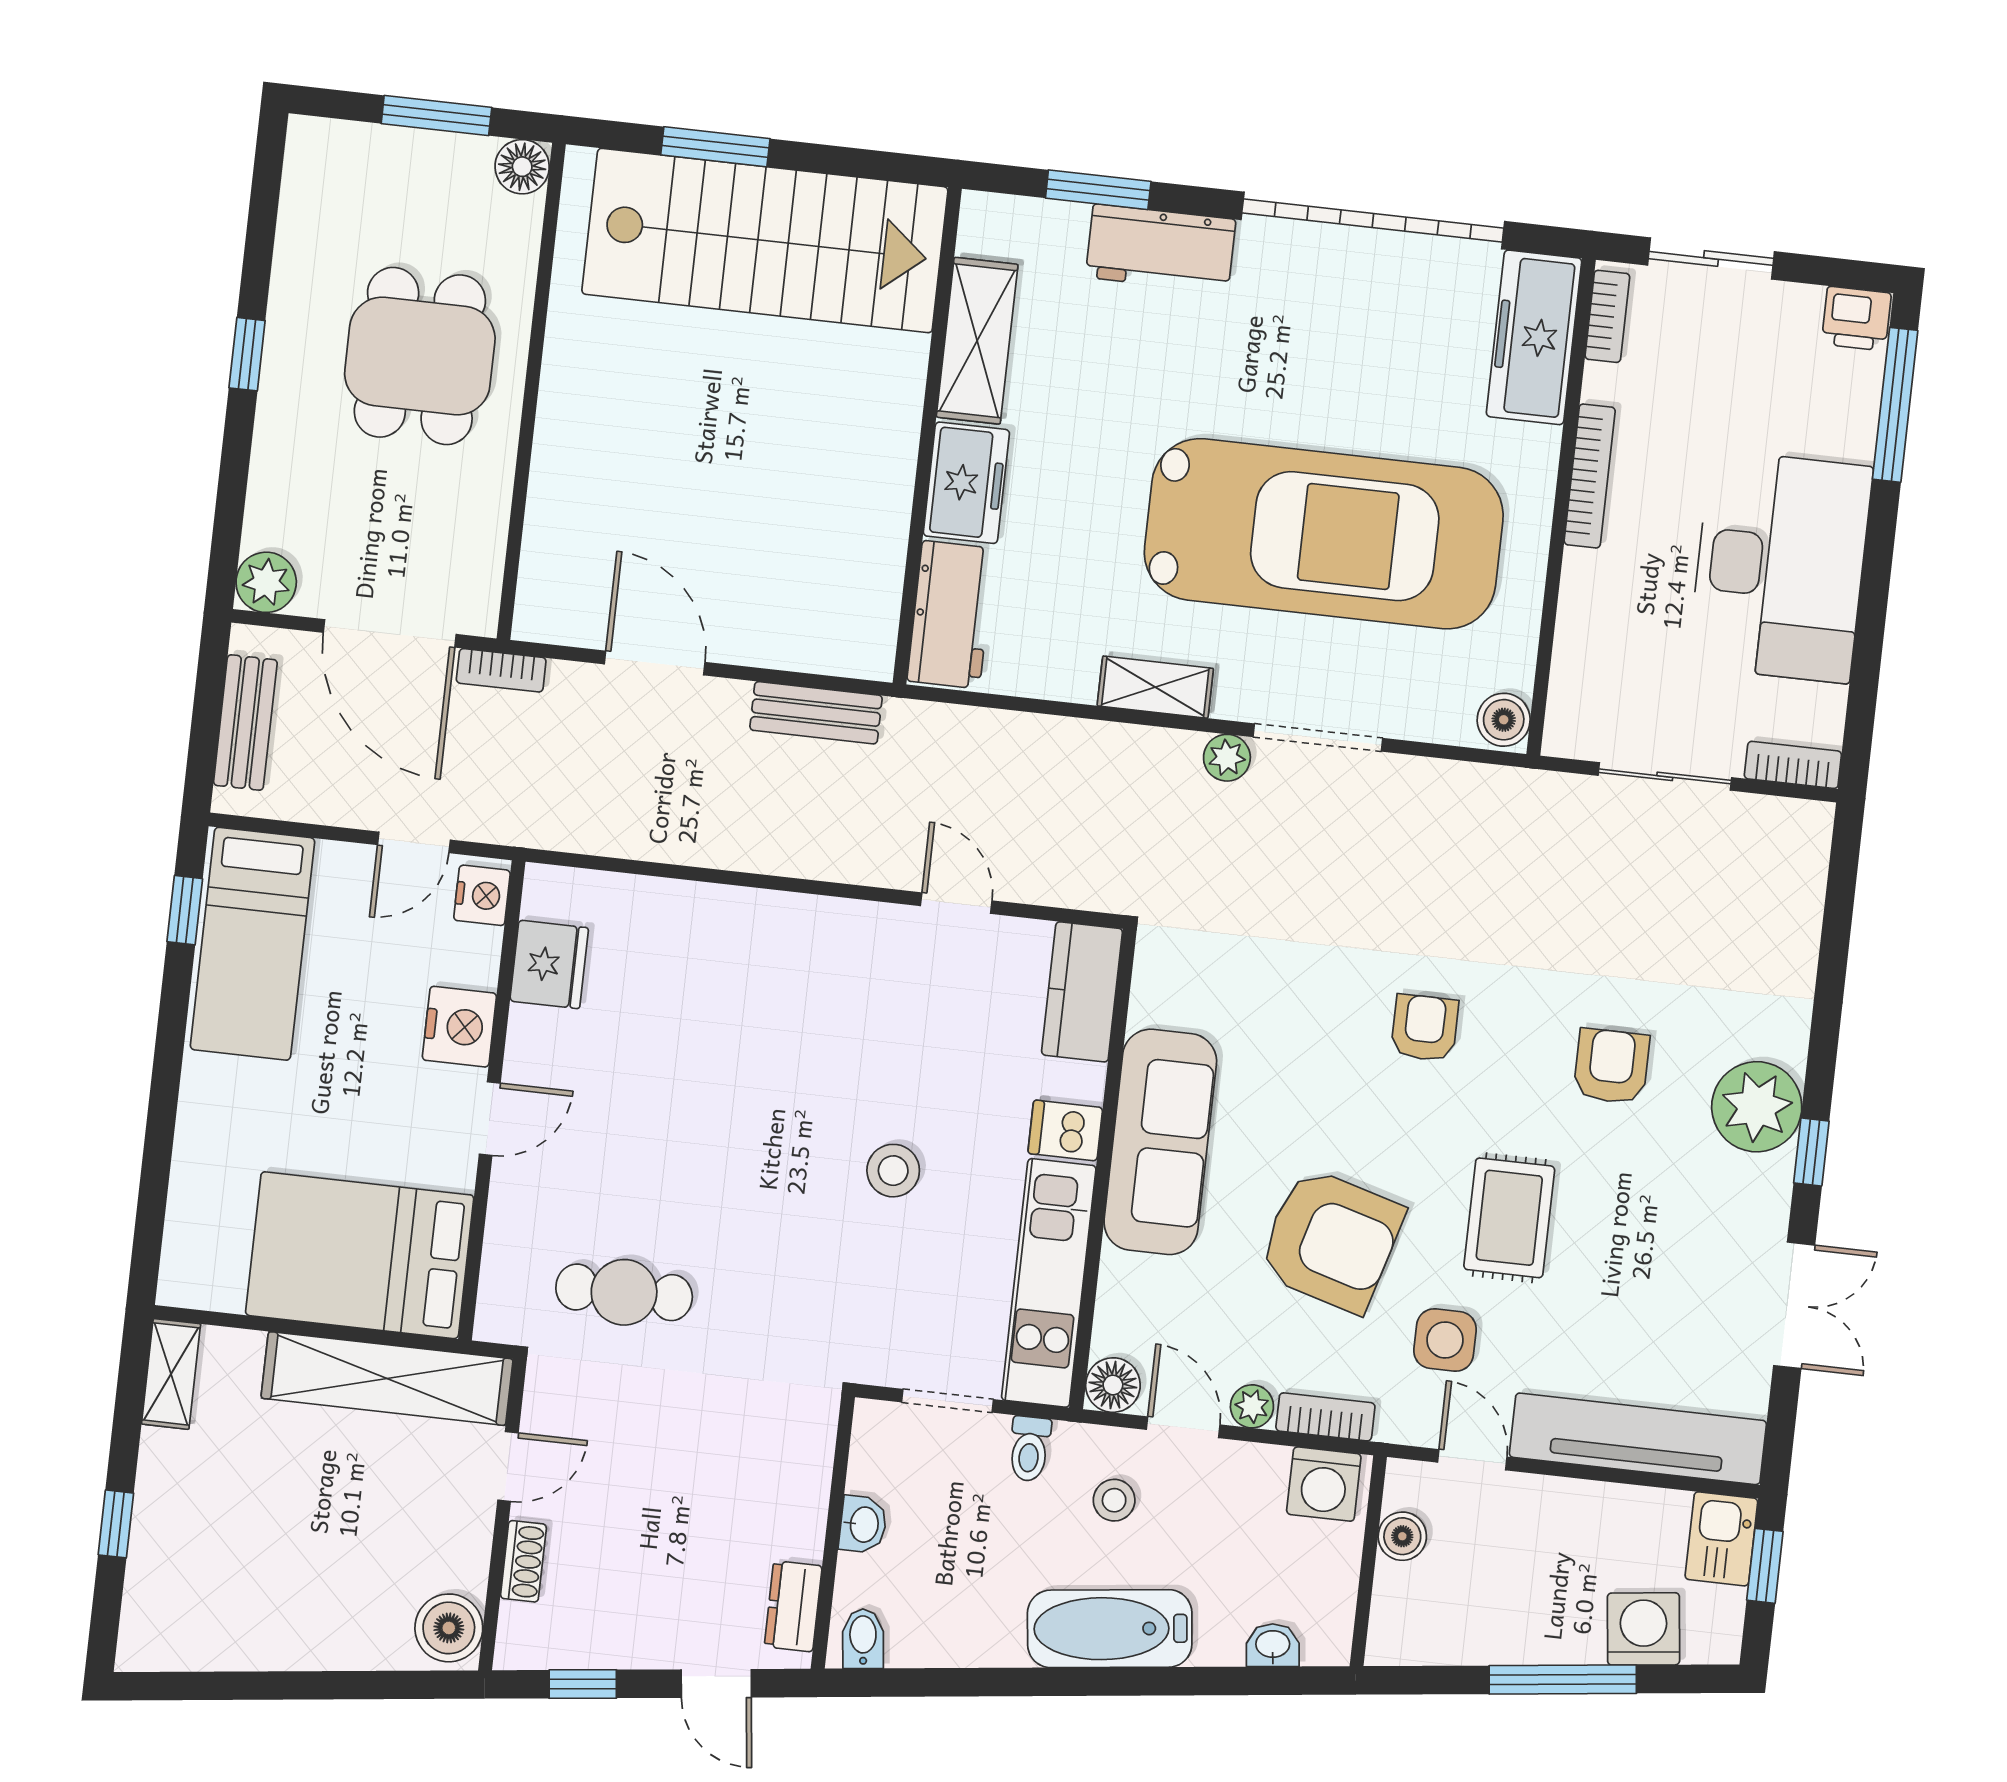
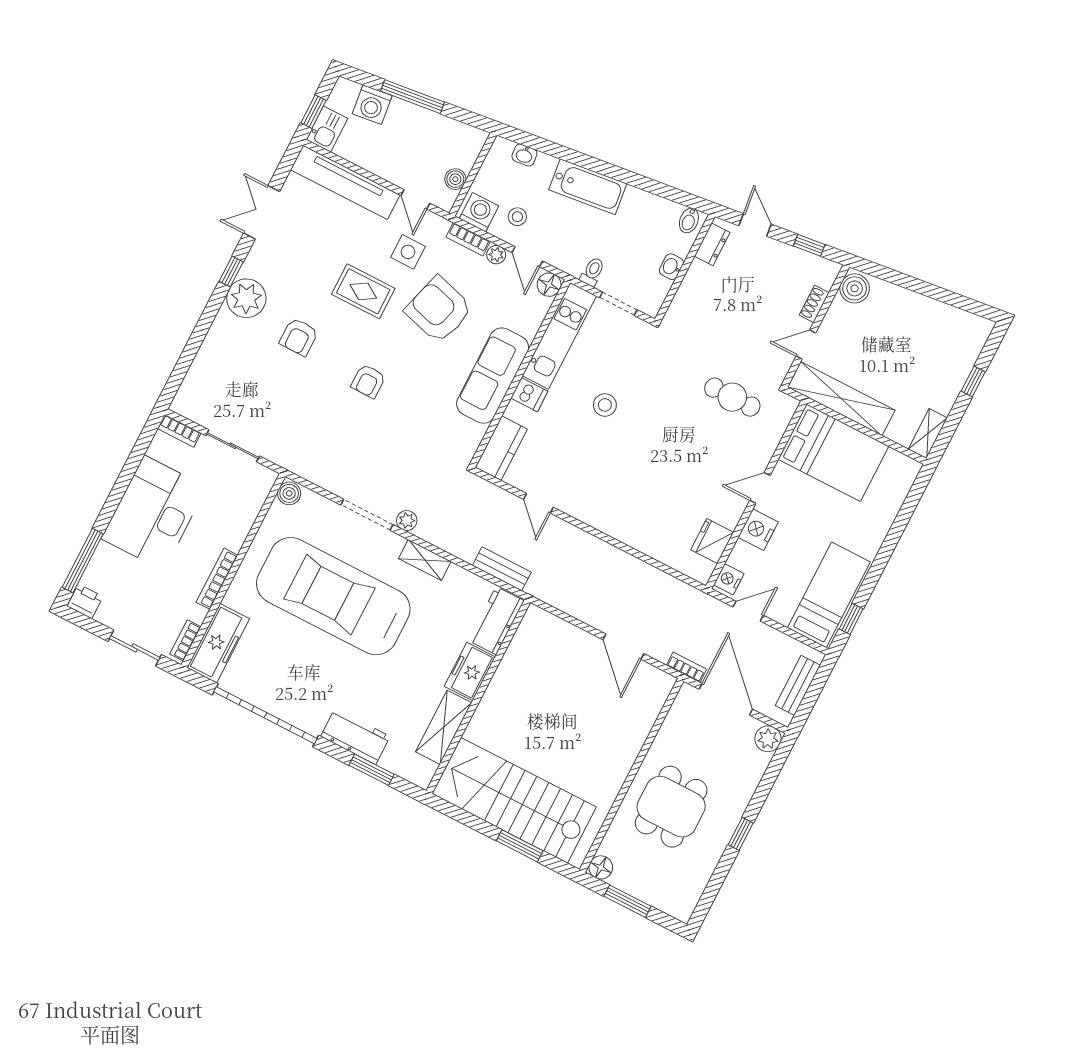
bench: (816, 713) -> (502, 569), moved
rug: (1509, 1218) -> (363, 291), turned 90
stool: (1114, 1500) -> (517, 217), moved

